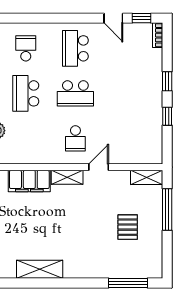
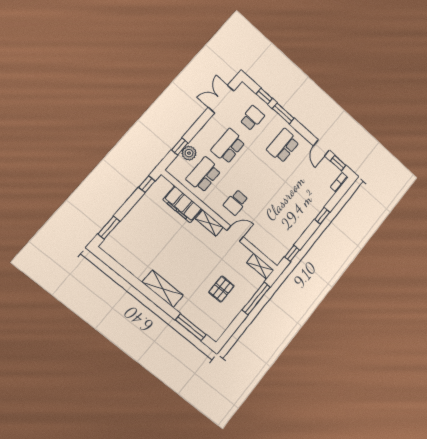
window: (20, 18) -> (264, 96), added
window: (50, 18) -> (283, 113), added
school desk: (75, 93) -> (204, 175), moved, turned 90
window: (167, 116) -> (292, 253), moved
shelving: (40, 269) -> (163, 289), moved

